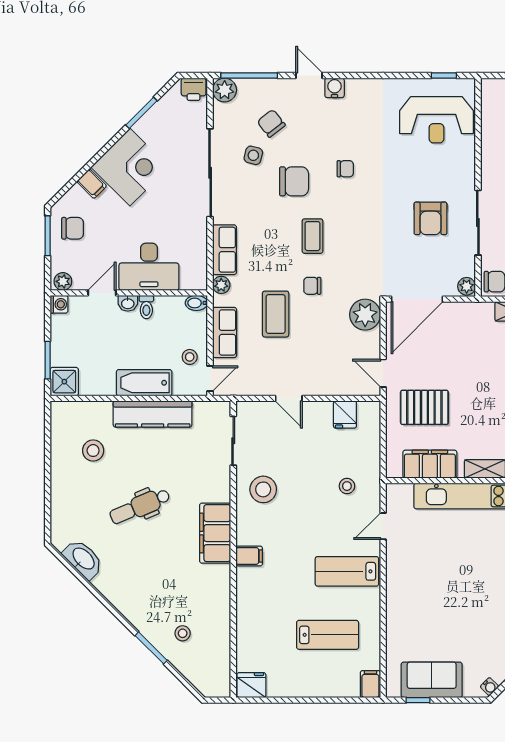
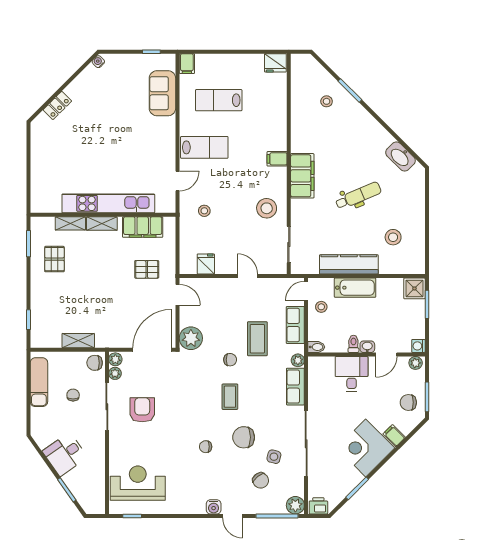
desk: (149, 267) -> (352, 374), width x0.73
plant: (467, 267) -> (115, 373), added
pallet: (424, 407) -> (147, 269), width x0.67, depth x0.71
sofa: (432, 680) -> (162, 93), moved, turned 90

